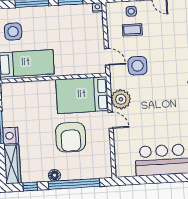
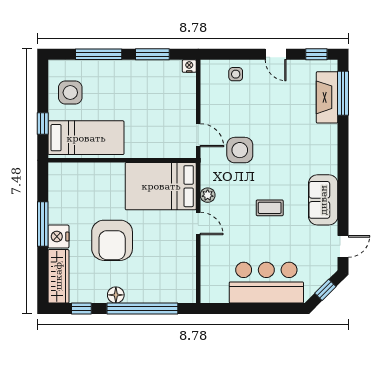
coffee table: (132, 30) -> (270, 208), moved
plant: (121, 99) -> (208, 195), width x0.53, depth x0.53
armchair: (71, 137) -> (112, 240), moved

